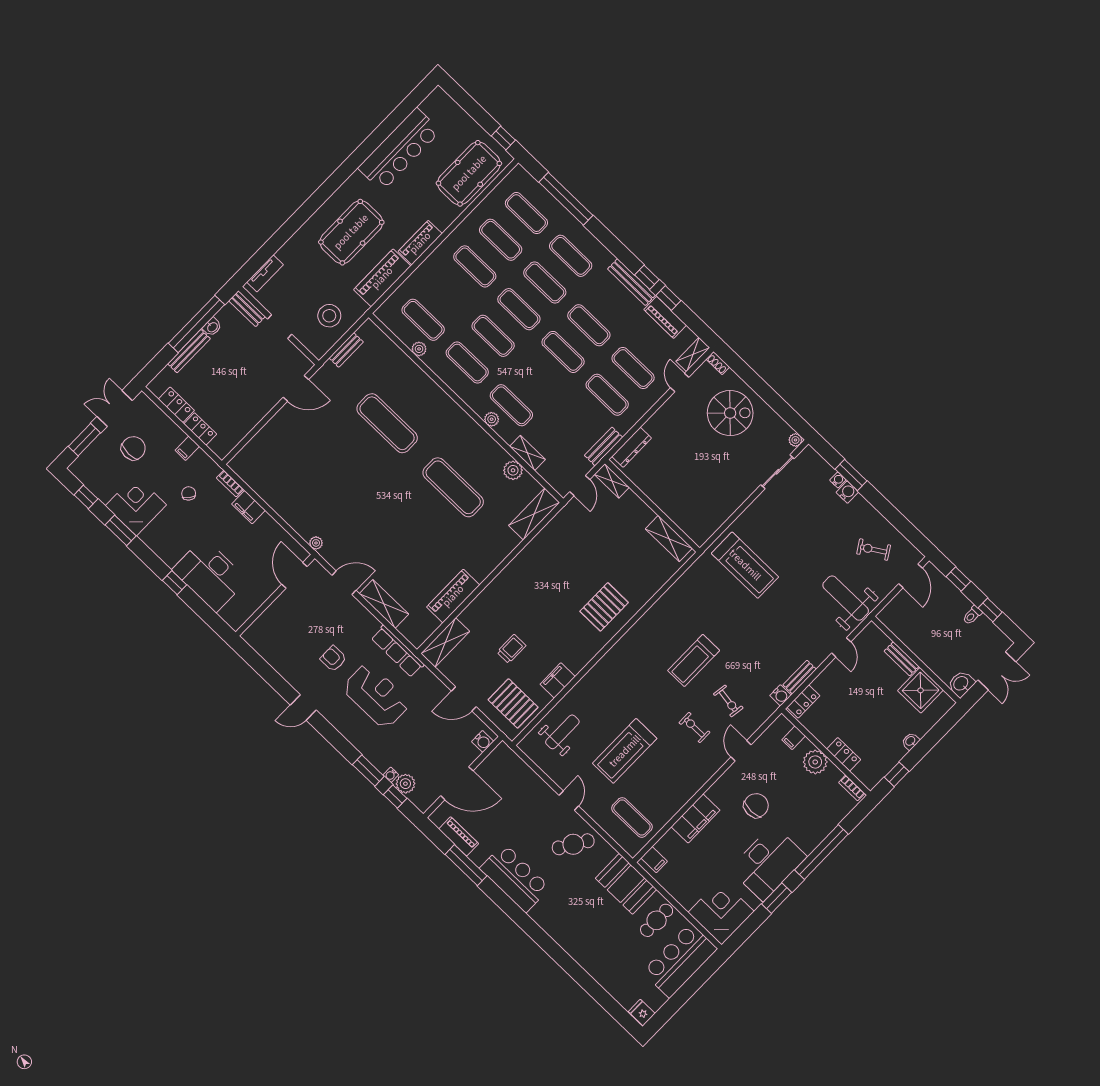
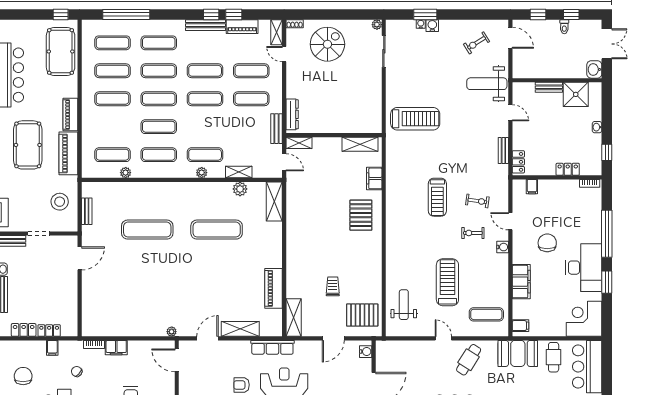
filing cabinet: (558, 680) -> (374, 178), moved
water cooler: (780, 695) -> (503, 247), moved
treadmill: (625, 751) -> (447, 282), turned 180
plant: (815, 762) -> (556, 188), removed

